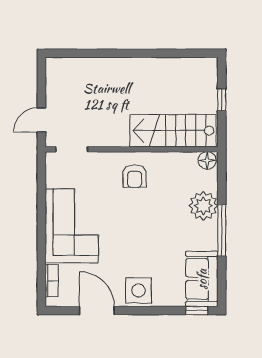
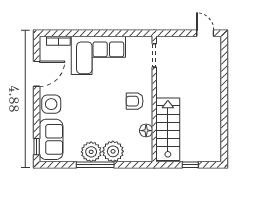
door: (41, 120) -> (205, 33), moved
floor lamp: (207, 160) -> (146, 131), moved
plant: (204, 236) -> (91, 152), added
sofa: (202, 279) -> (51, 139), moved, turned 90

